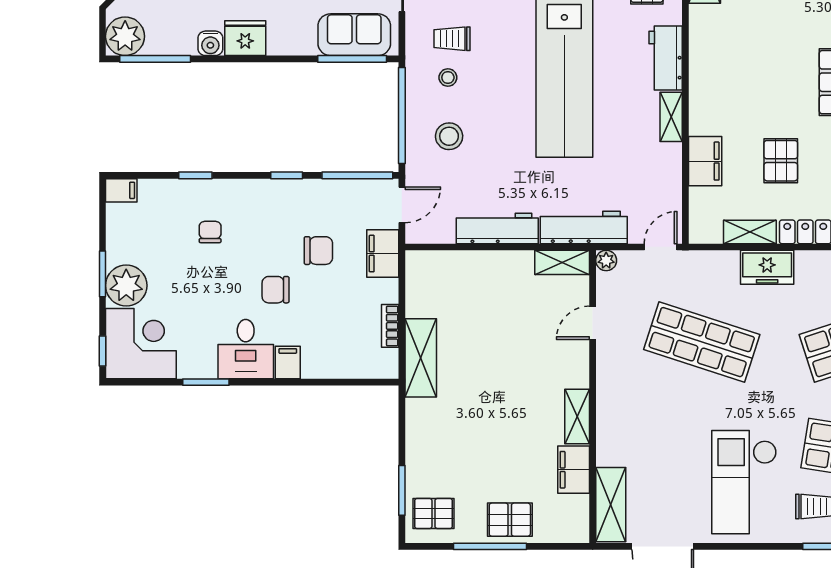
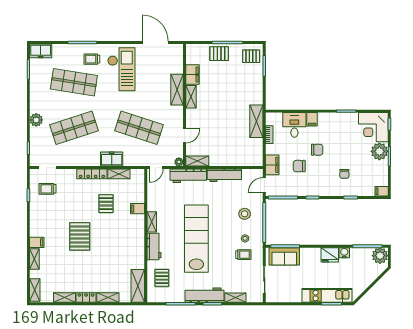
filing cabinet: (705, 161) -> (138, 209), width x0.50
desk: (246, 349) -> (294, 125), moved
shelving: (611, 505) -> (177, 90), moved

